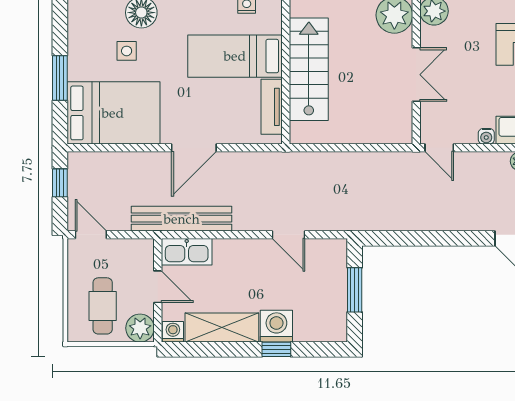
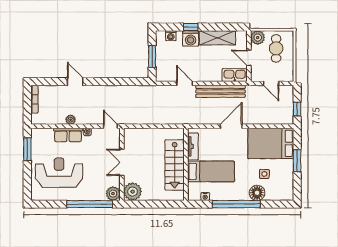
bench: (182, 219) -> (220, 91), moved
door: (91, 235) -> (271, 83), moved
washing machine: (173, 332) -> (171, 36), moved

